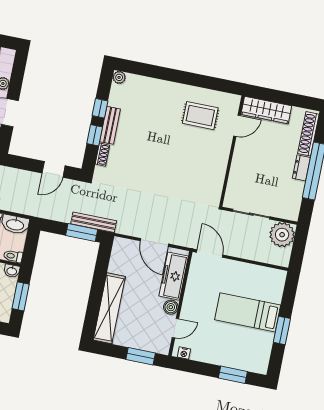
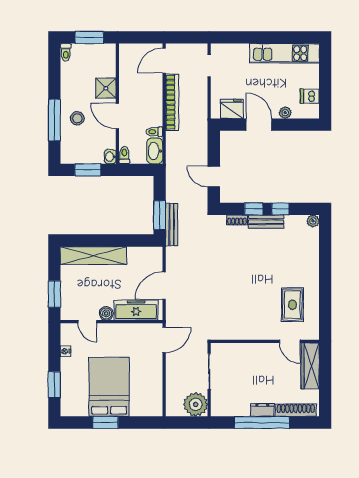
bed: (248, 312) -> (109, 387), width x1.50
nightstand: (184, 353) -> (65, 351), moved

